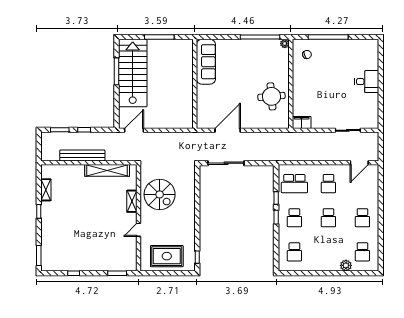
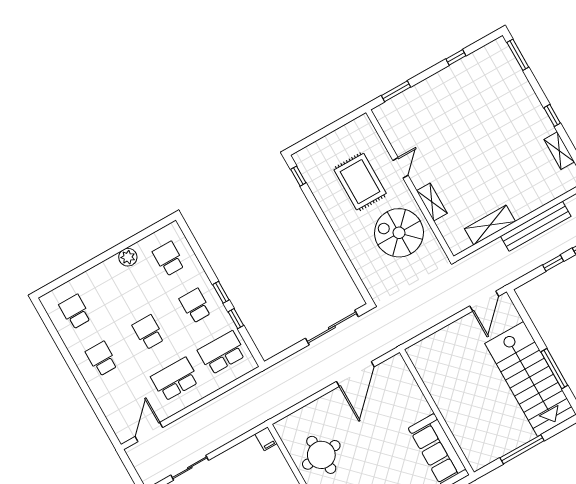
filing cabinet: (302, 123) -> (266, 439), width x0.50
shelving: (107, 170) -> (490, 225), width x0.68
school desk: (328, 184) -> (175, 379), width x1.85
rug: (167, 256) -> (360, 182), moved, turned 90
plant: (346, 265) -> (128, 257), moved

